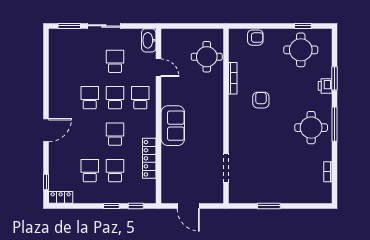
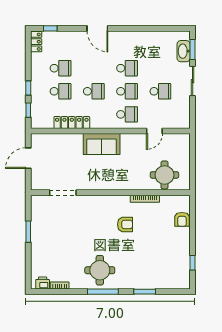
washbasin: (149, 40) -> (184, 51), moved, turned -90
round table: (301, 50) -> (171, 261), removed
printer: (325, 86) -> (43, 283), moved

